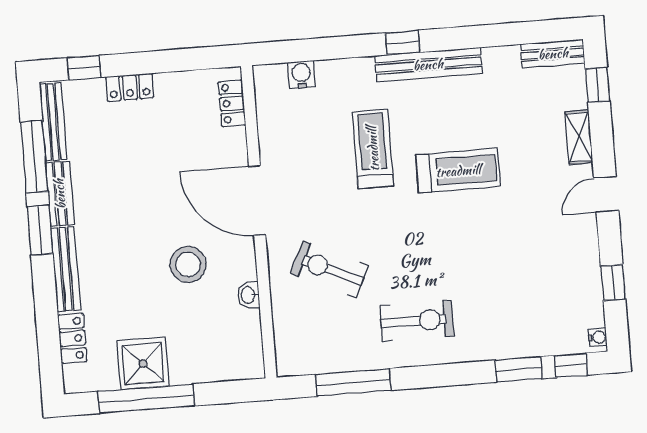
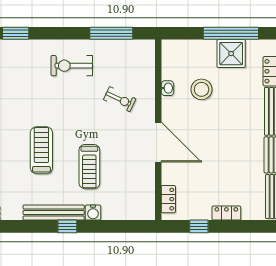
window: (84, 68) -> (199, 226), moved
water cooler: (301, 75) -> (93, 212), moved
treadmill: (458, 171) -> (41, 150), turned 90
stool: (188, 264) -> (202, 89), moved
exercise bike: (330, 269) -> (120, 99), width x0.73, depth x0.72

